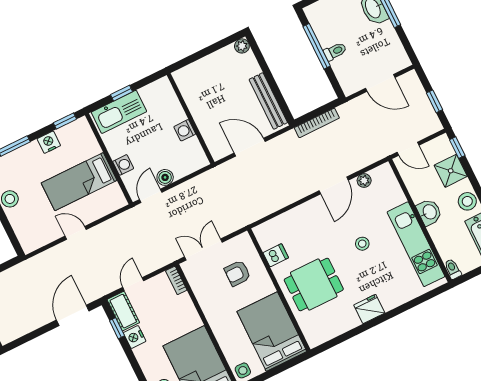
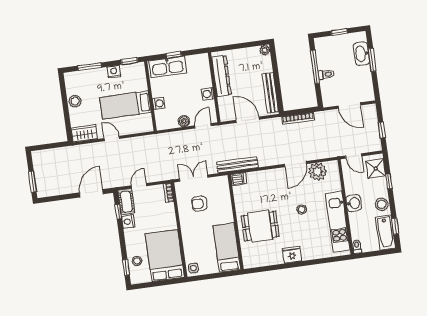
dresser: (195, 100) -> (221, 76), added
window: (457, 148) -> (389, 181), moved
shower: (451, 171) -> (376, 169), moved
plant: (364, 181) -> (318, 172), width x1.87, depth x1.87
door: (151, 196) -> (203, 126), moved
bench: (256, 212) -> (237, 165), added
wardrobe: (37, 238) -> (84, 133), added
dishwasher: (276, 255) -> (238, 179), moved
armchair: (237, 273) -> (199, 204), moved
bed: (272, 331) -> (227, 248), width x0.67

